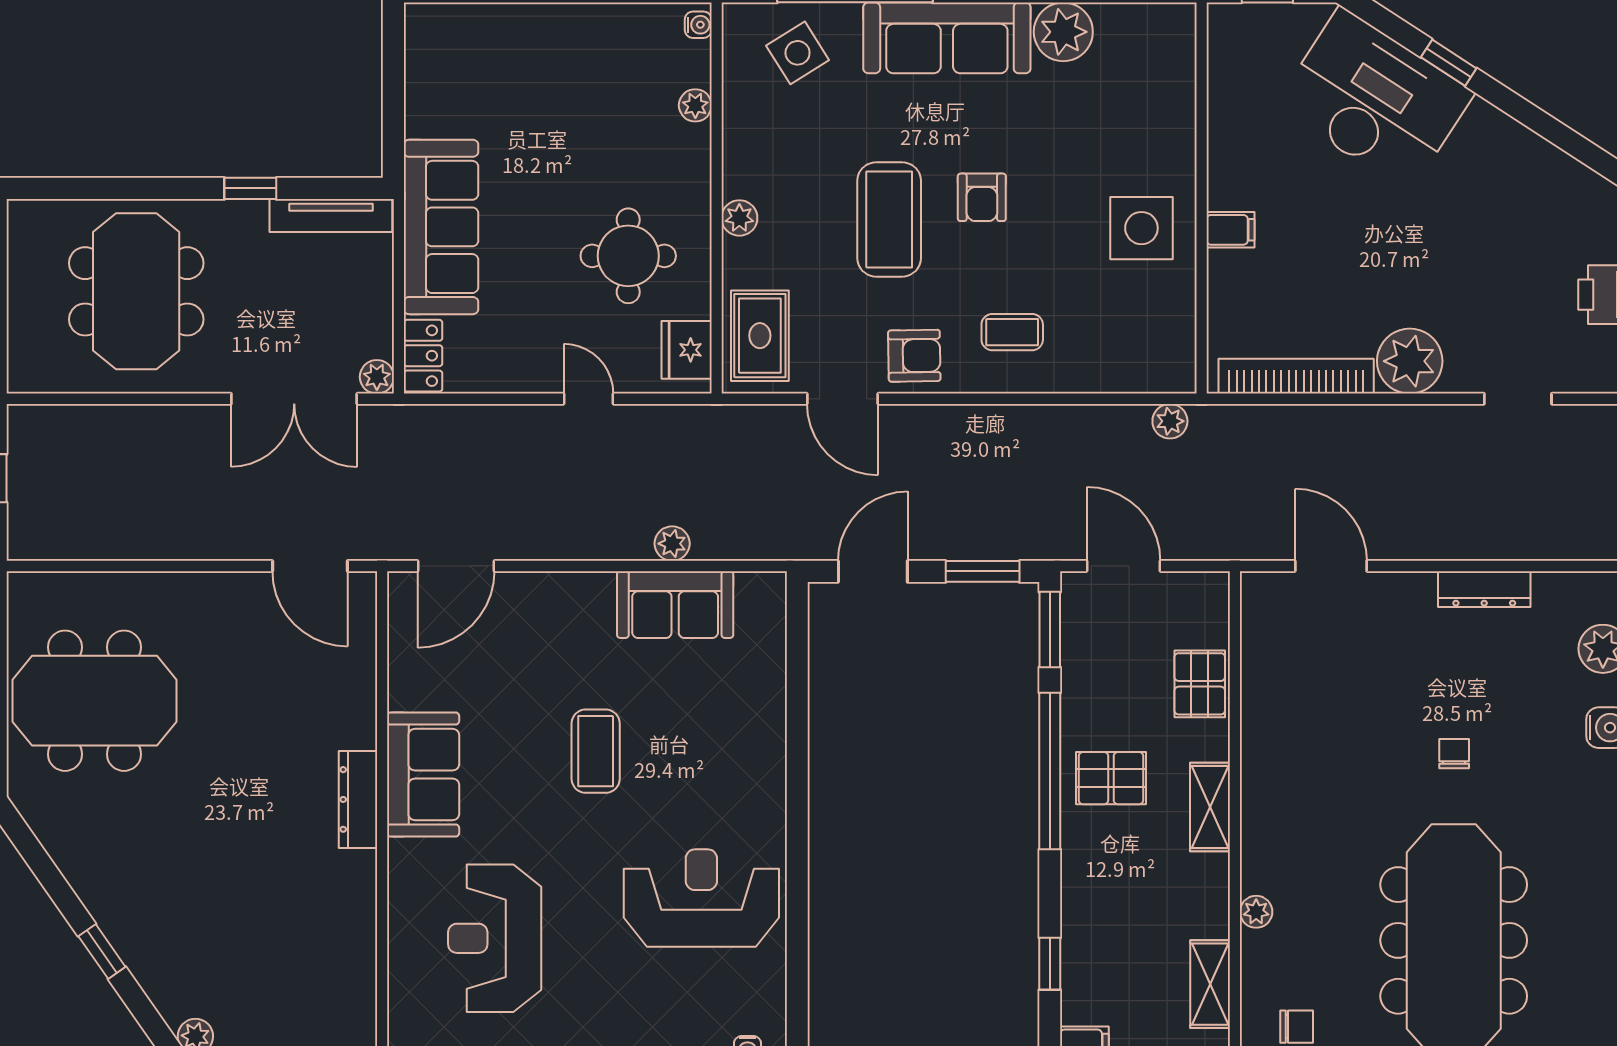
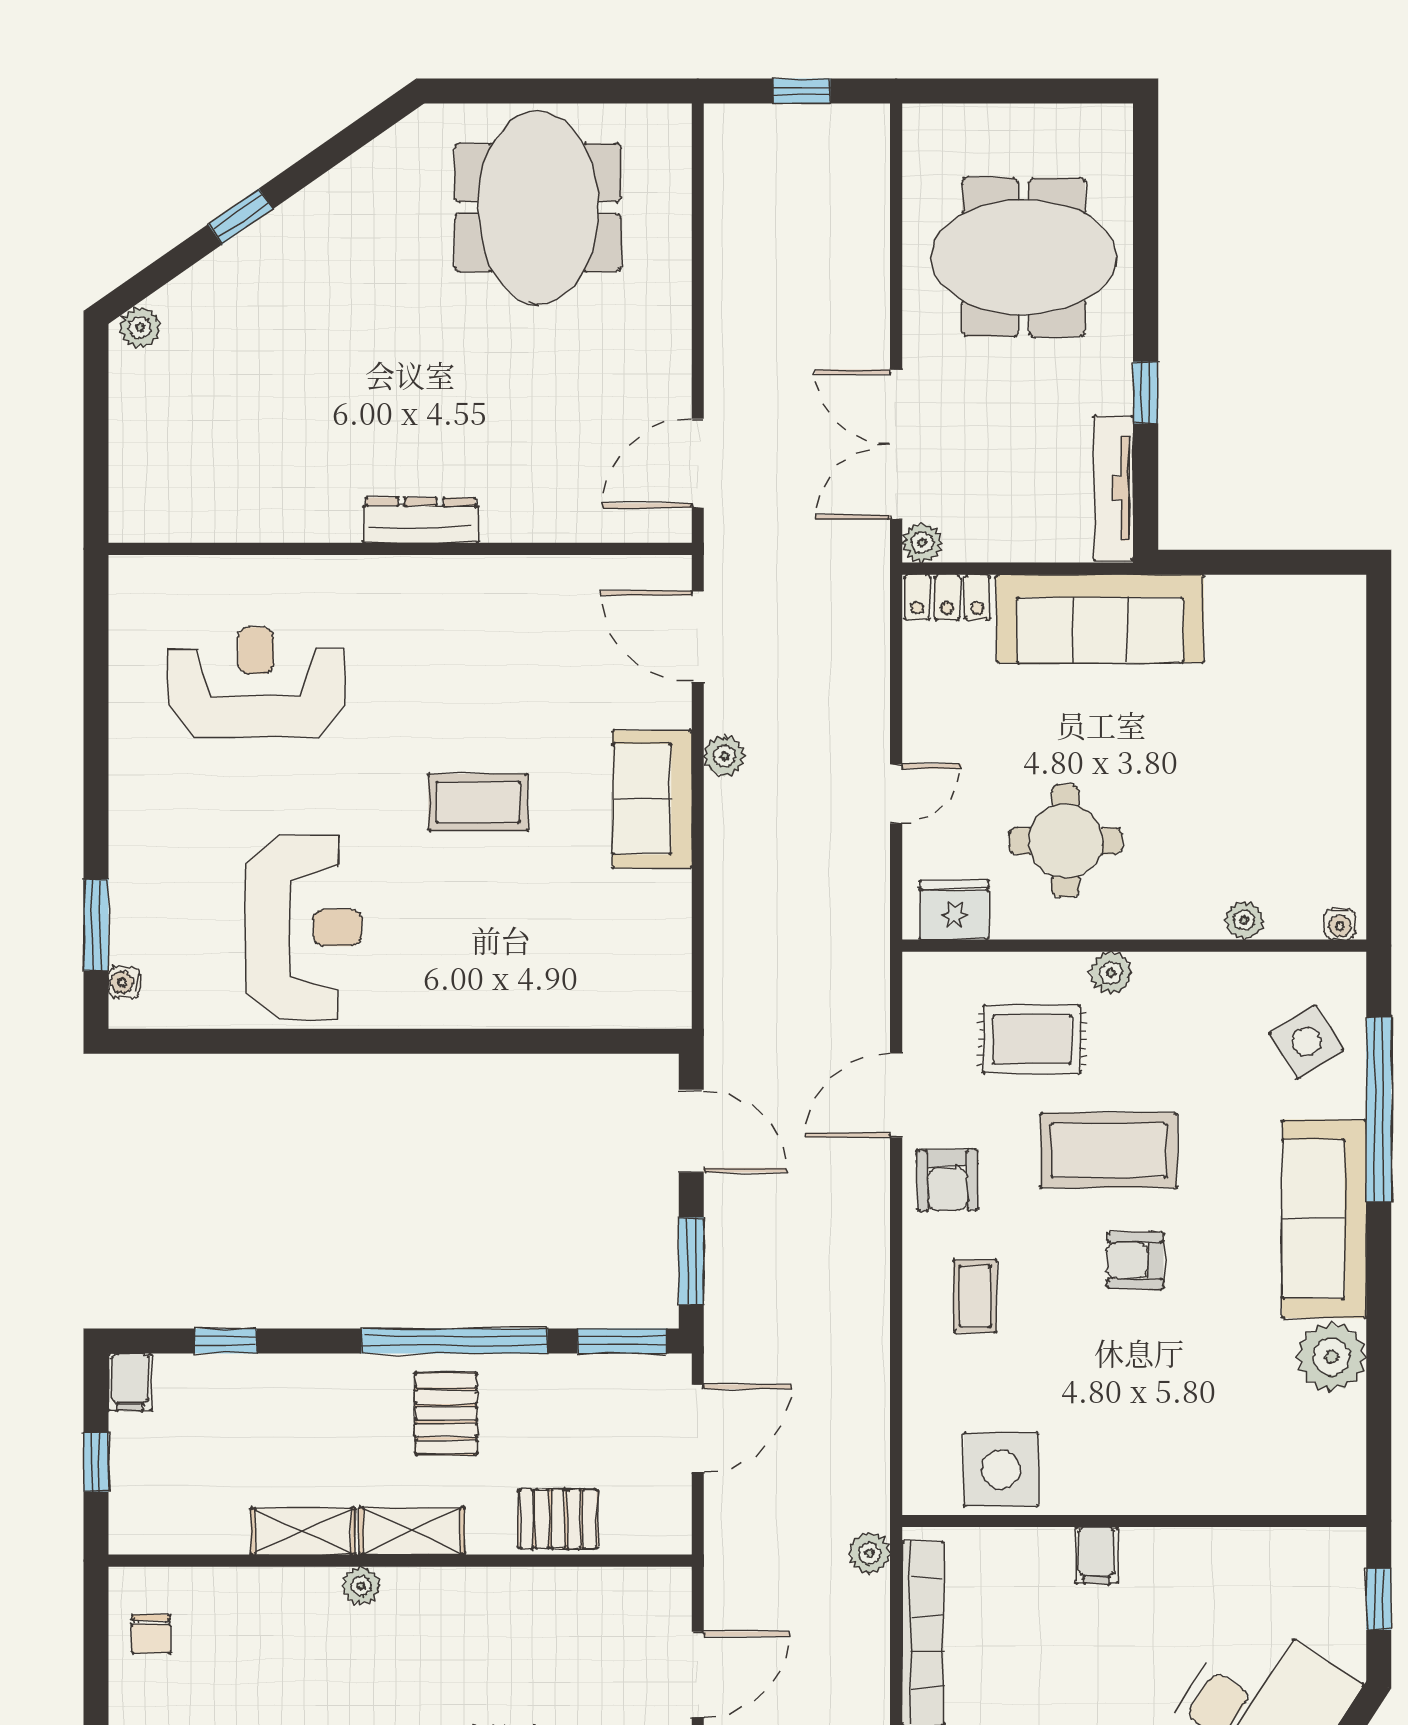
side table: (1141, 228) -> (1001, 1470), moved
rug: (760, 336) -> (1032, 1039), moved
plant: (1170, 421) -> (870, 1553), moved
plant: (672, 544) -> (724, 756), moved
sofa: (675, 605) -> (652, 799), moved
sofa: (423, 775) -> (450, 597), removed
plant: (1256, 912) -> (361, 1586), moved
shelving: (1210, 984) -> (303, 1531), moved

